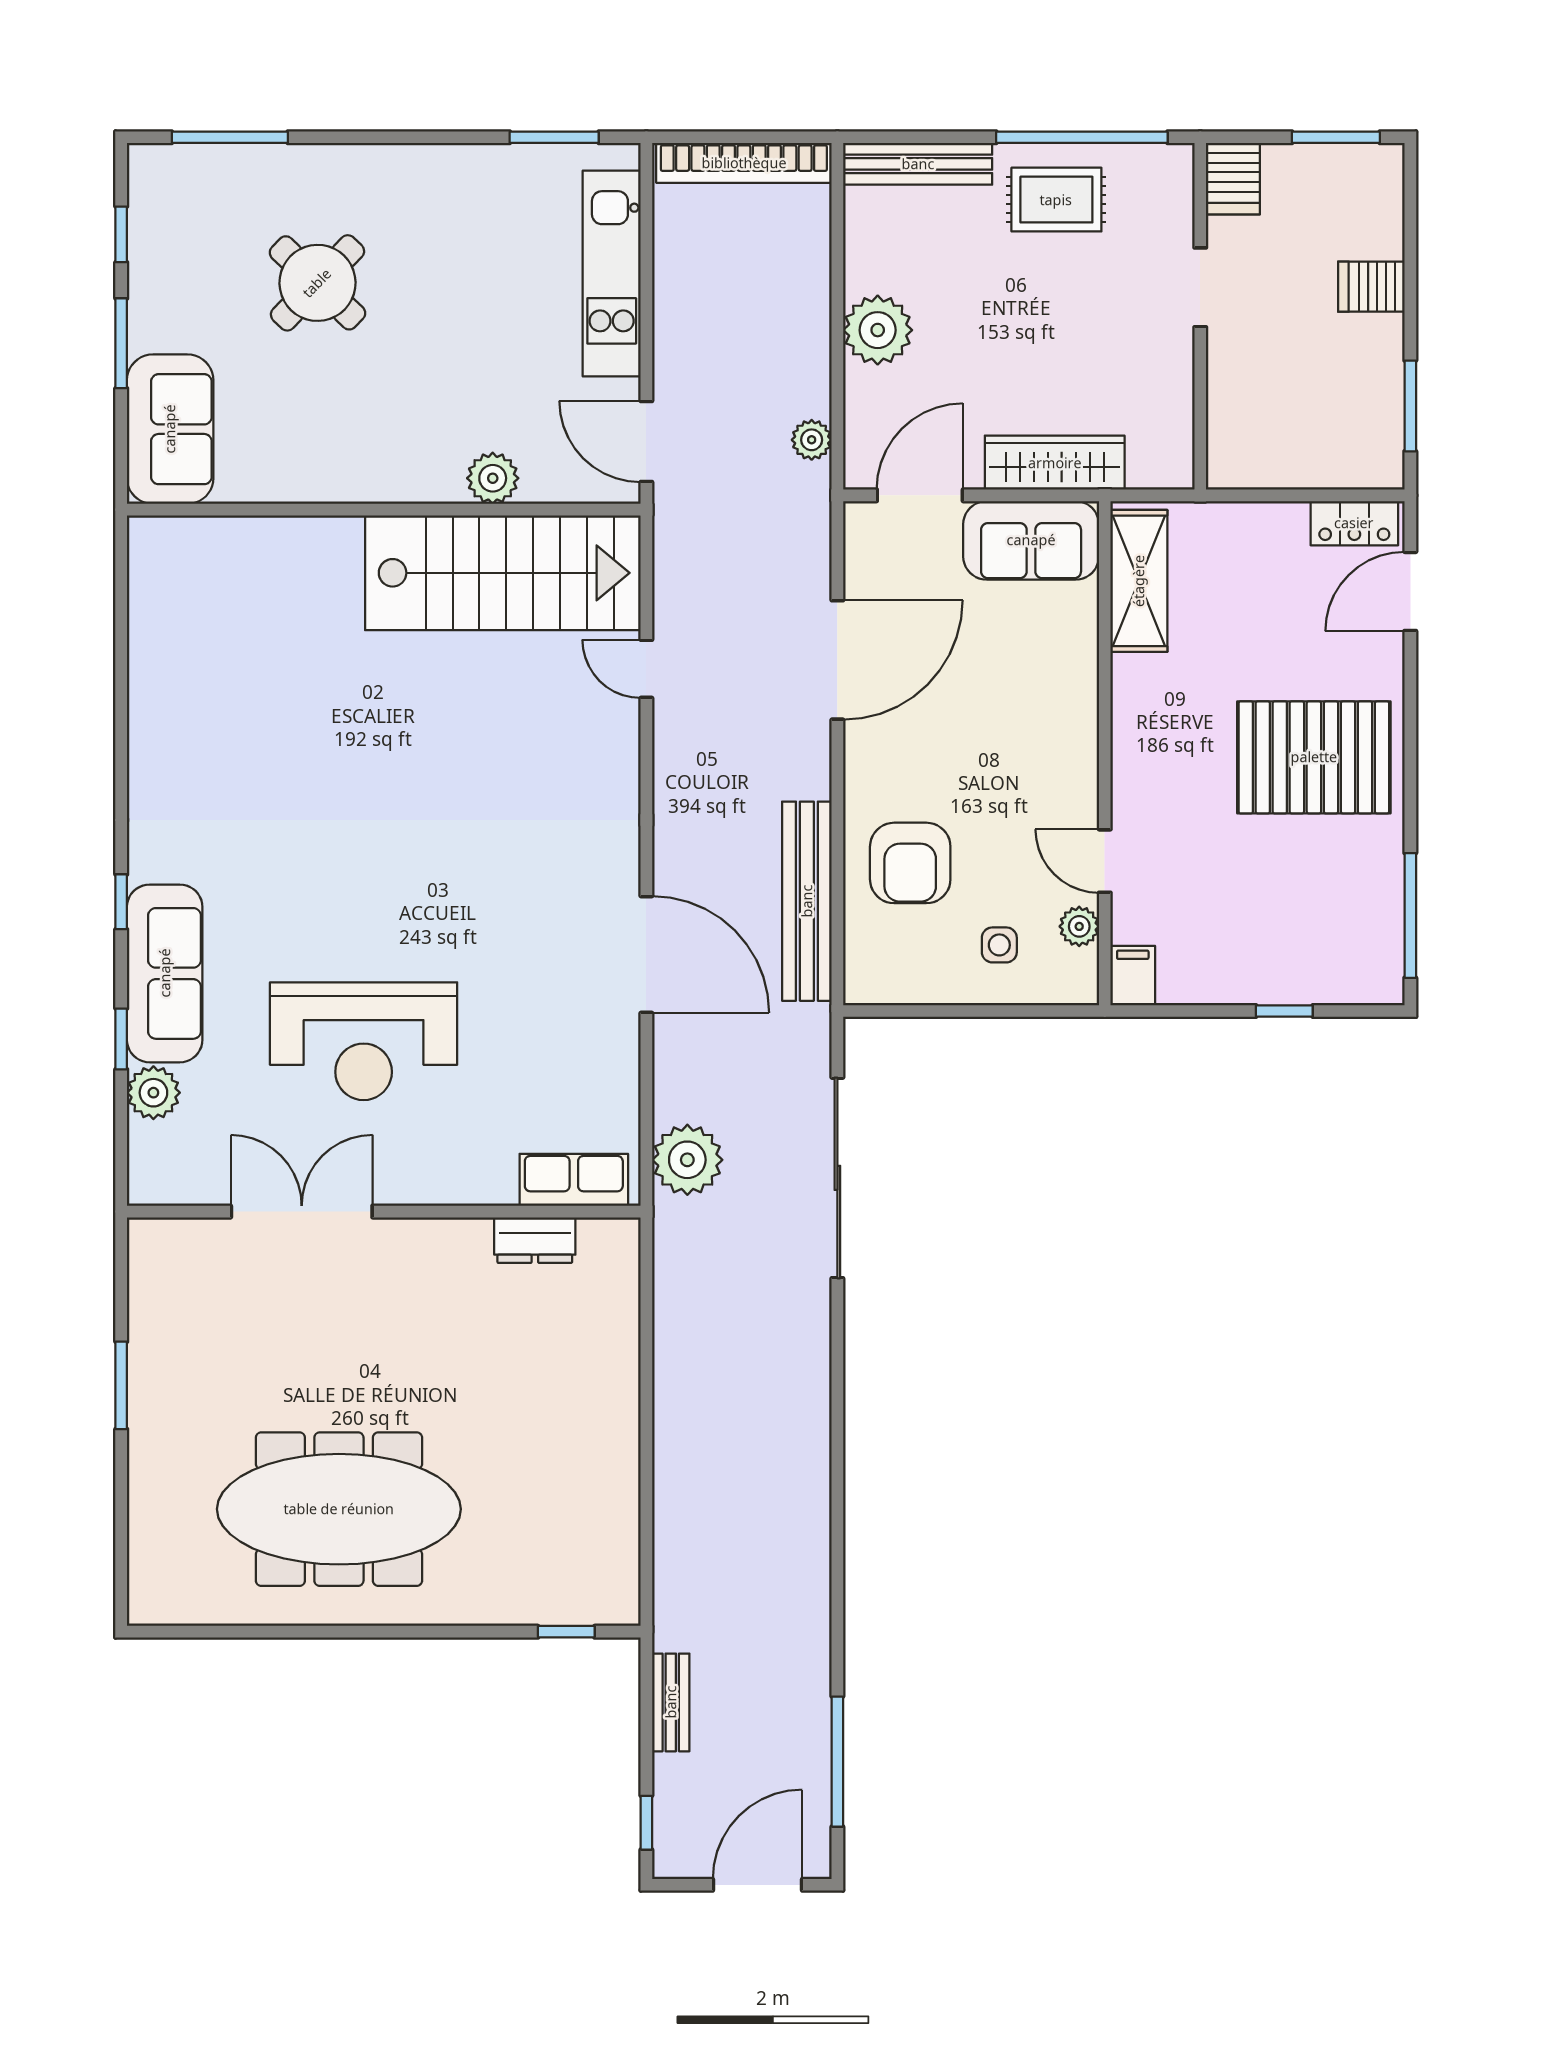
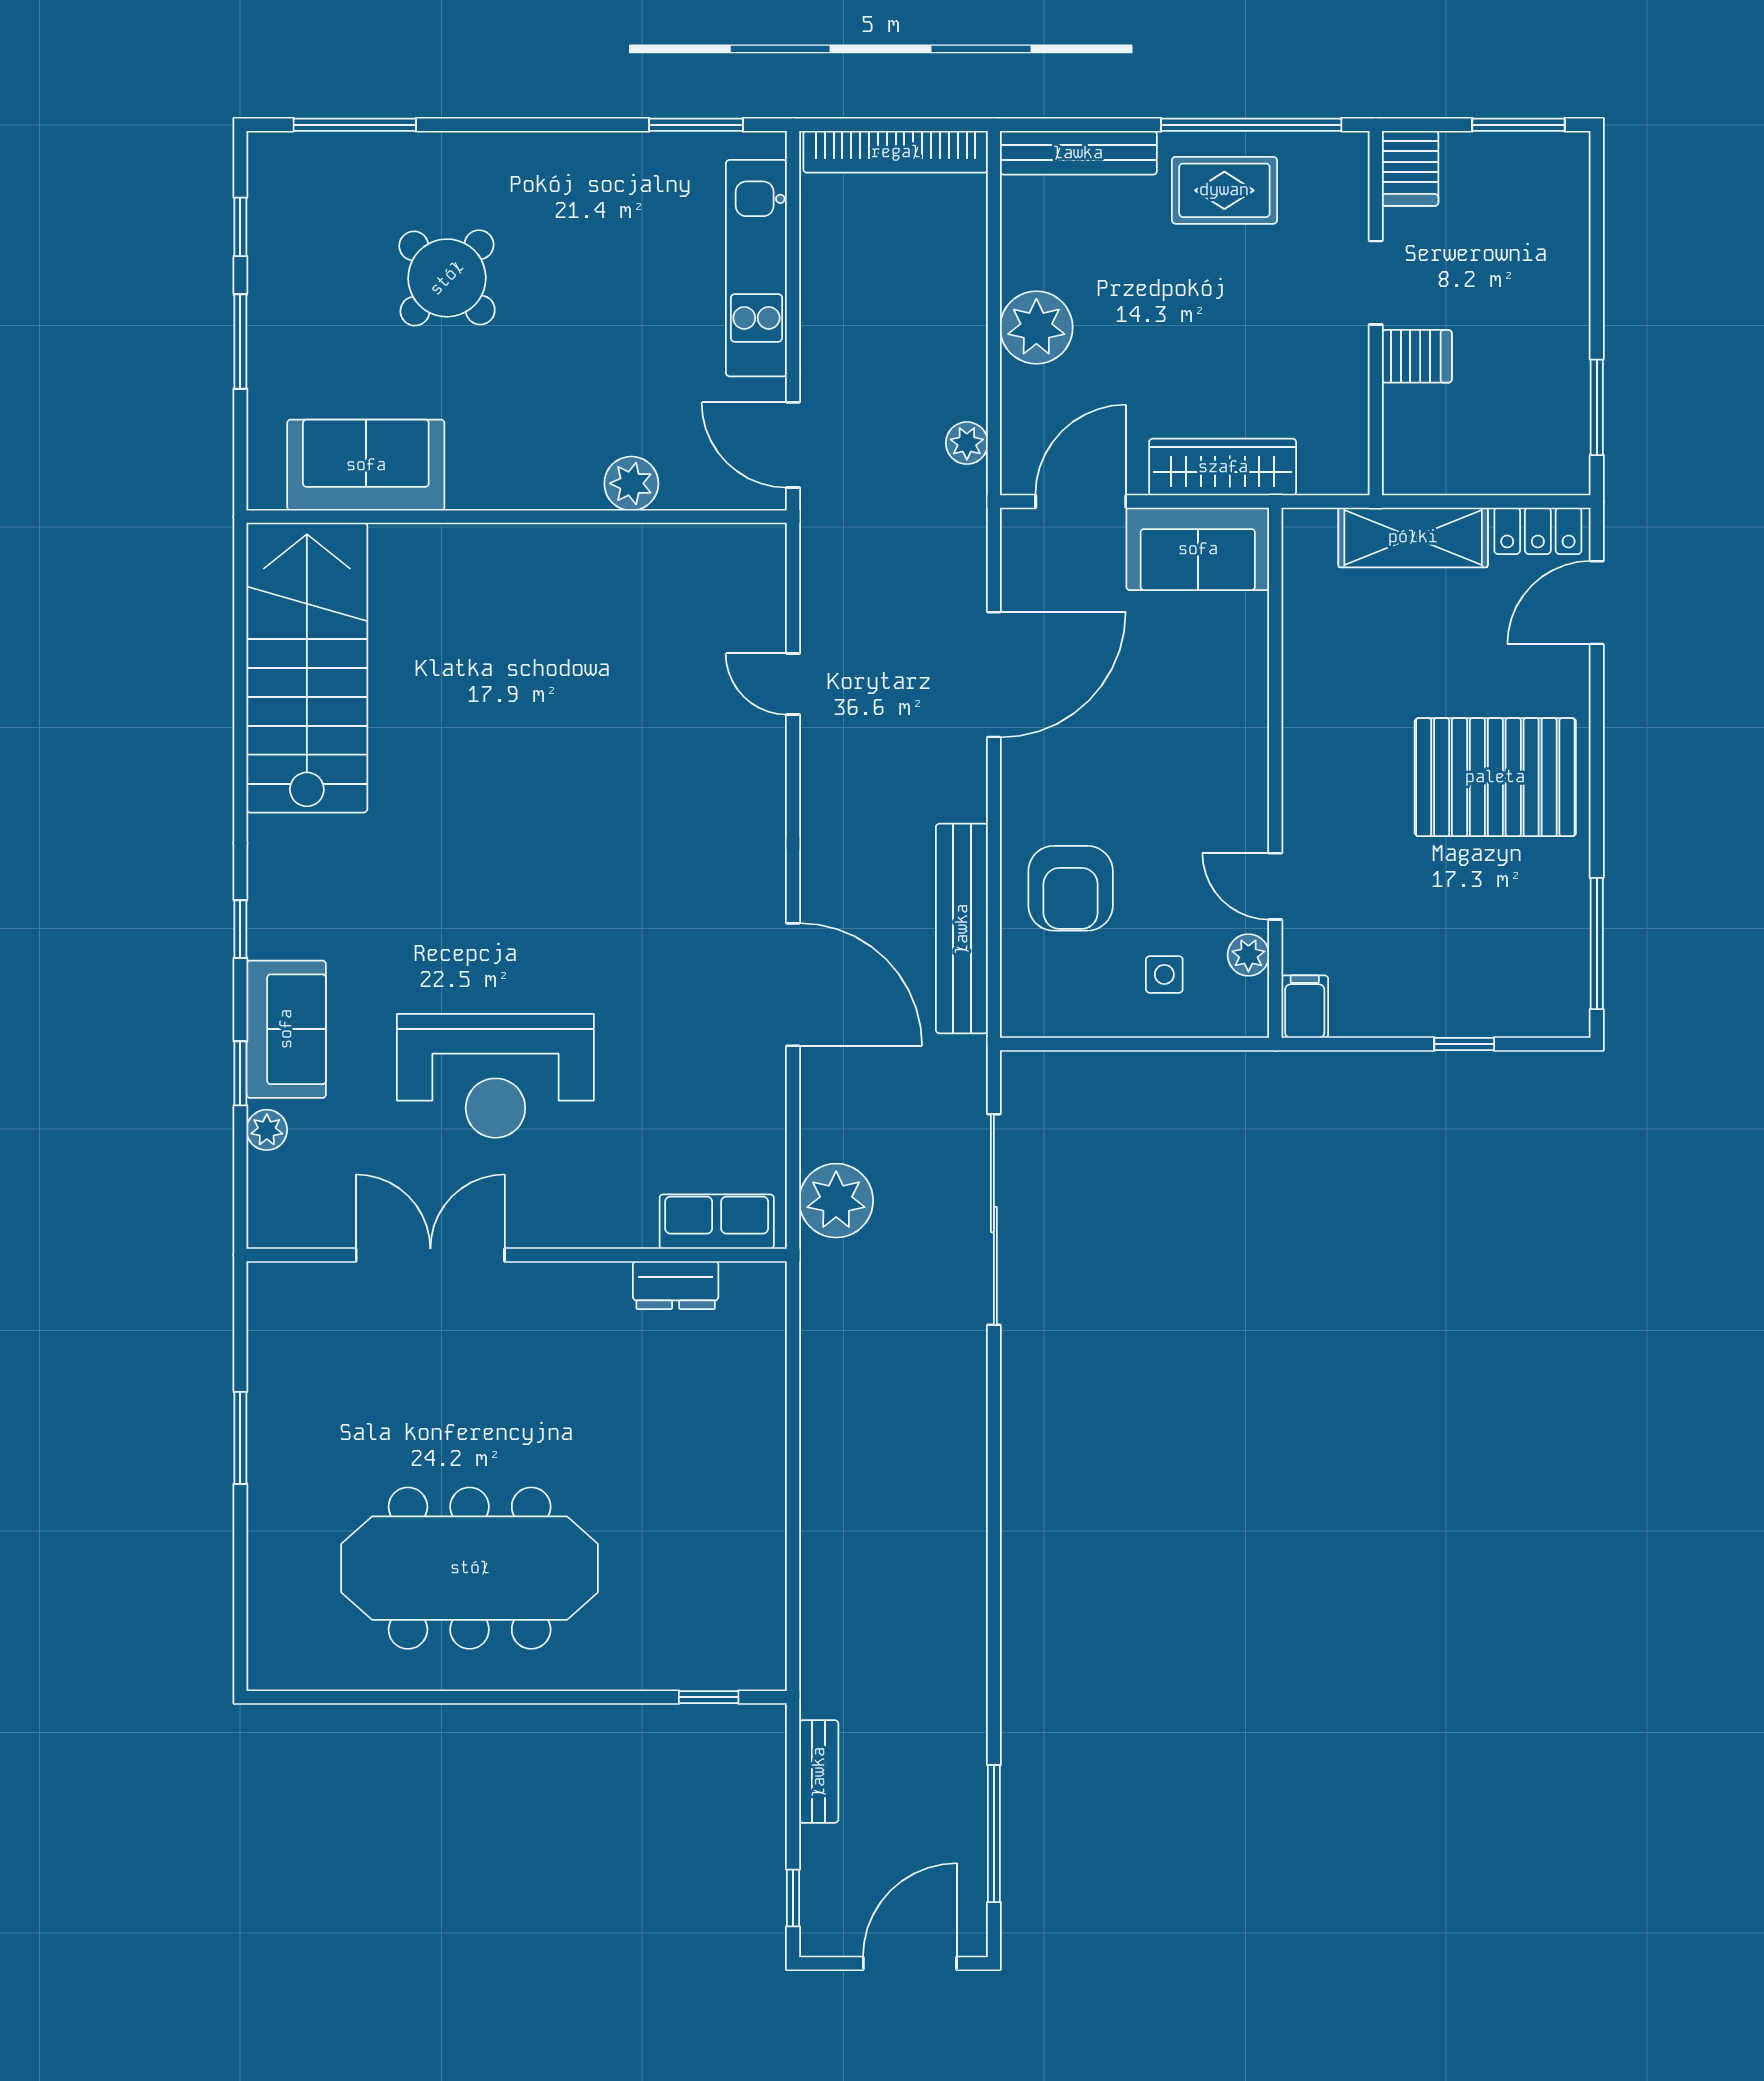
server rack: (1371, 287) -> (1417, 356), moved, turned 180
sofa: (170, 429) -> (366, 465), moved, turned -90
stairs: (503, 573) -> (307, 668), moved, turned -90
shelving: (1139, 581) -> (1413, 537), moved, turned 90
sofa: (165, 973) -> (286, 1029), width x0.73
plant: (153, 1093) -> (267, 1130), width x0.73, depth x0.73

